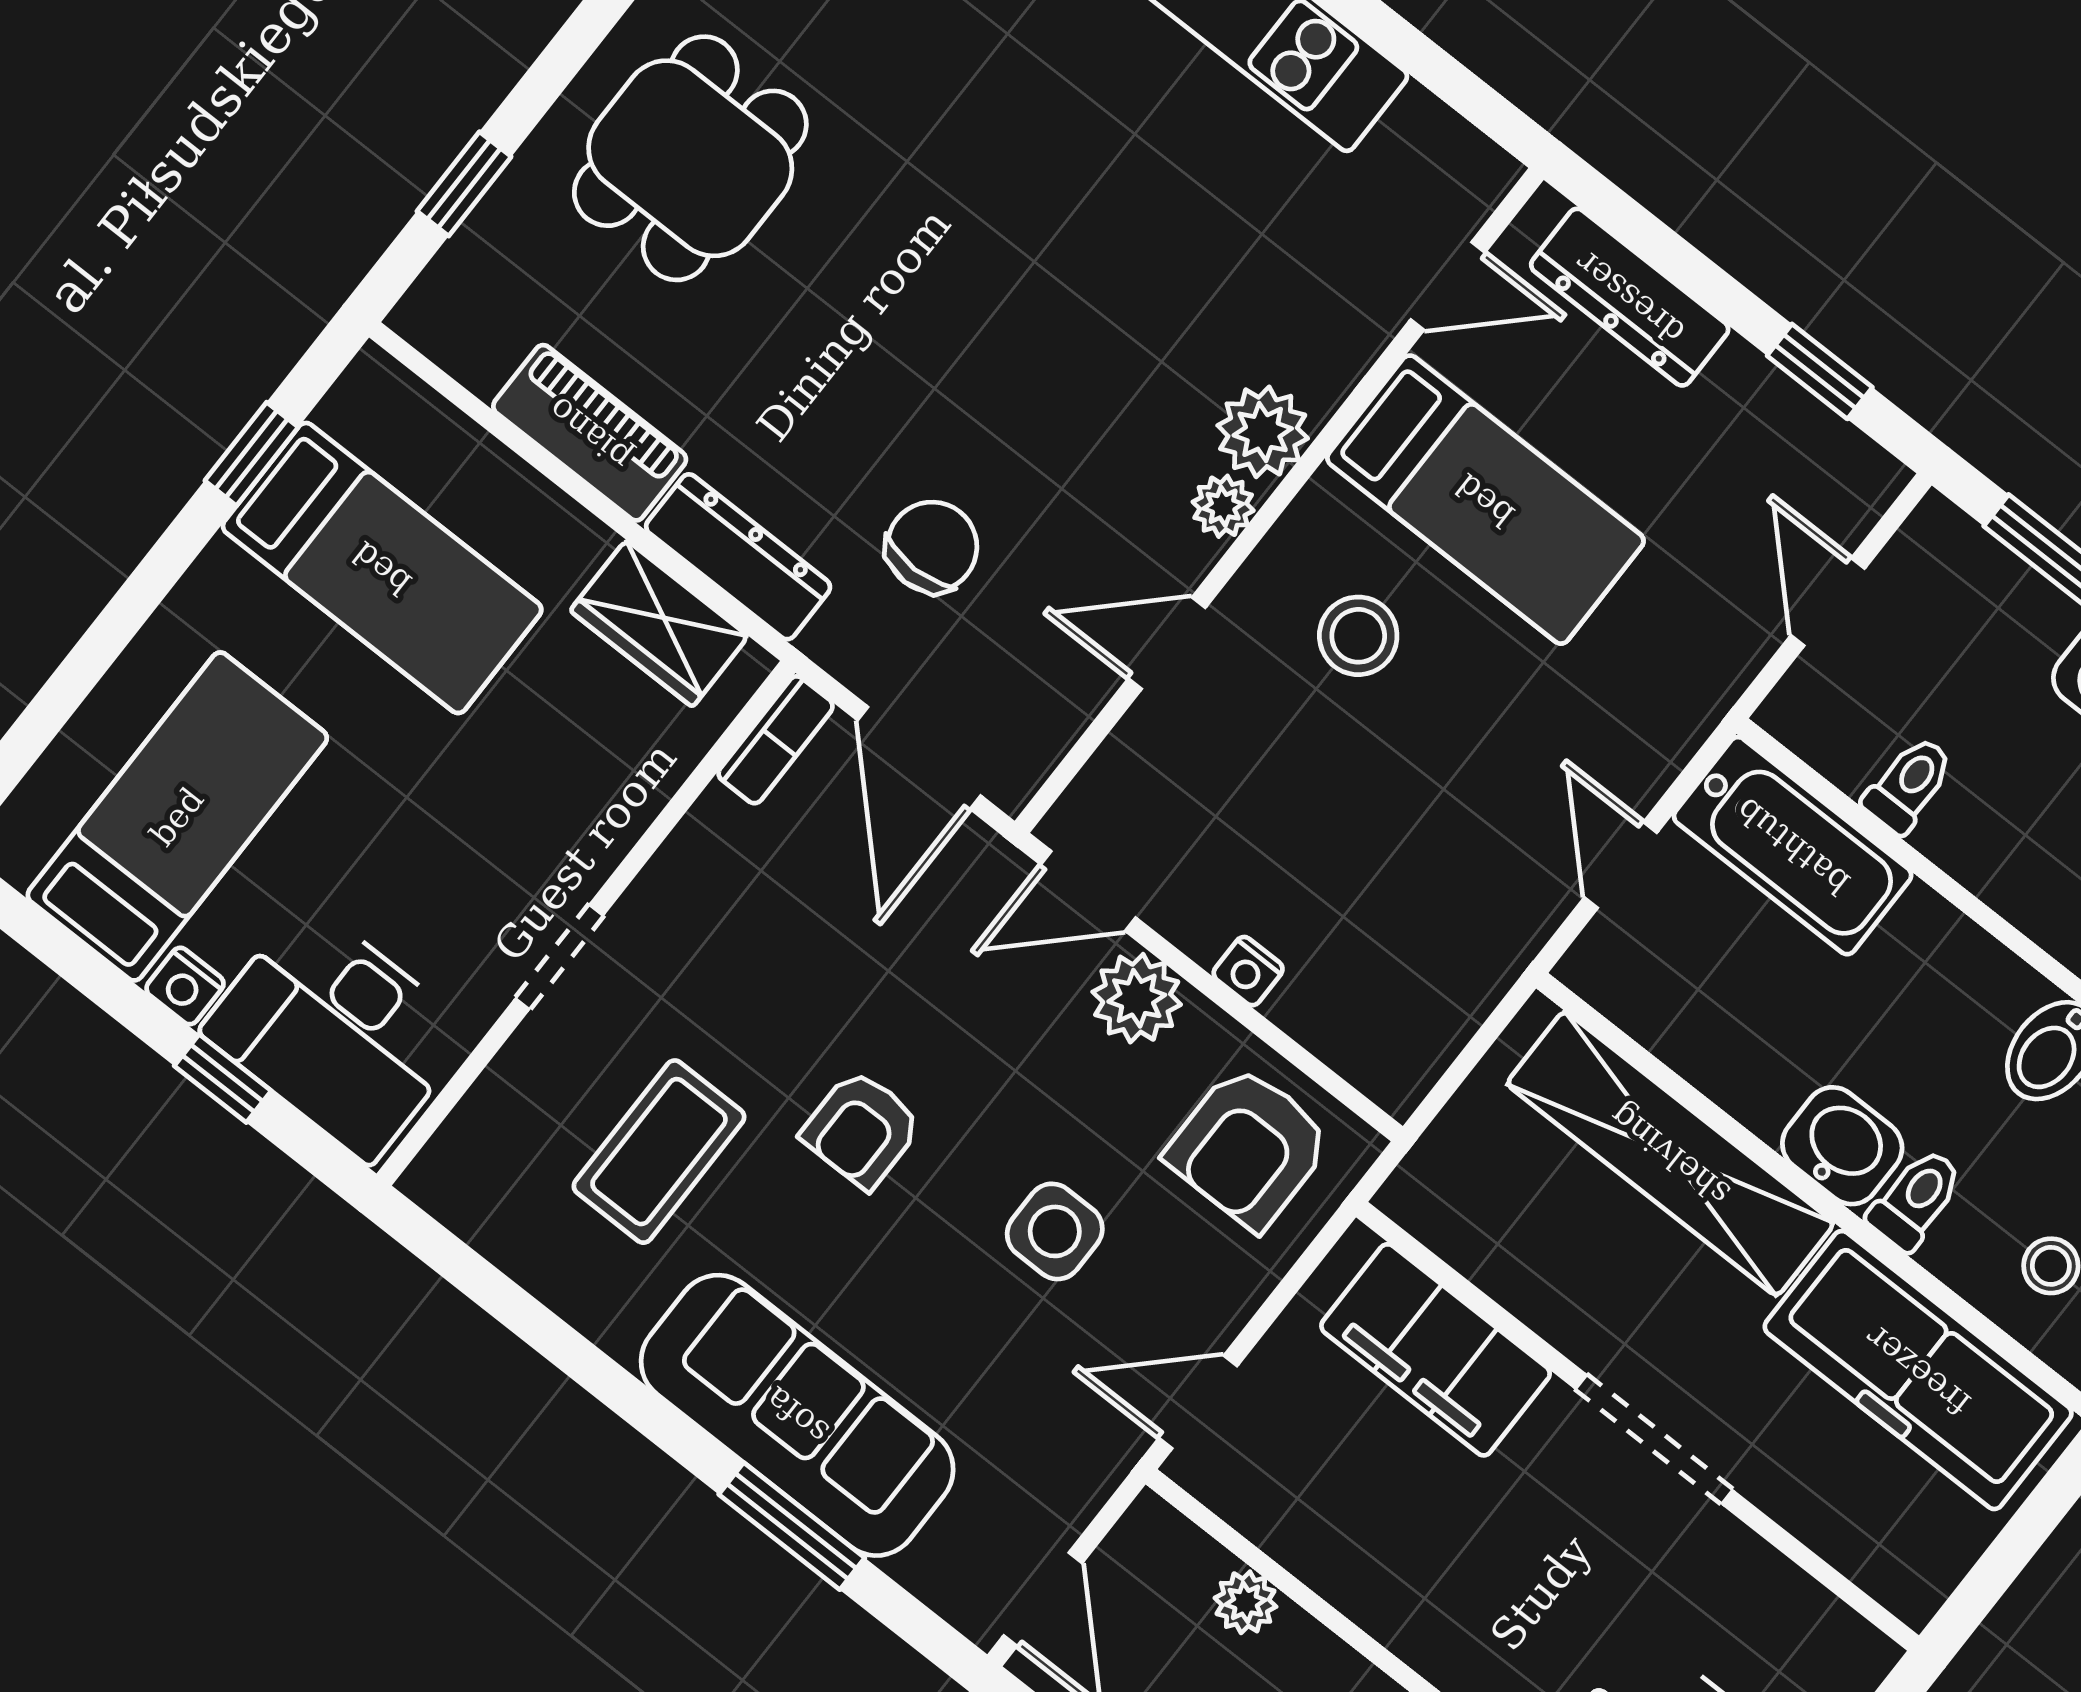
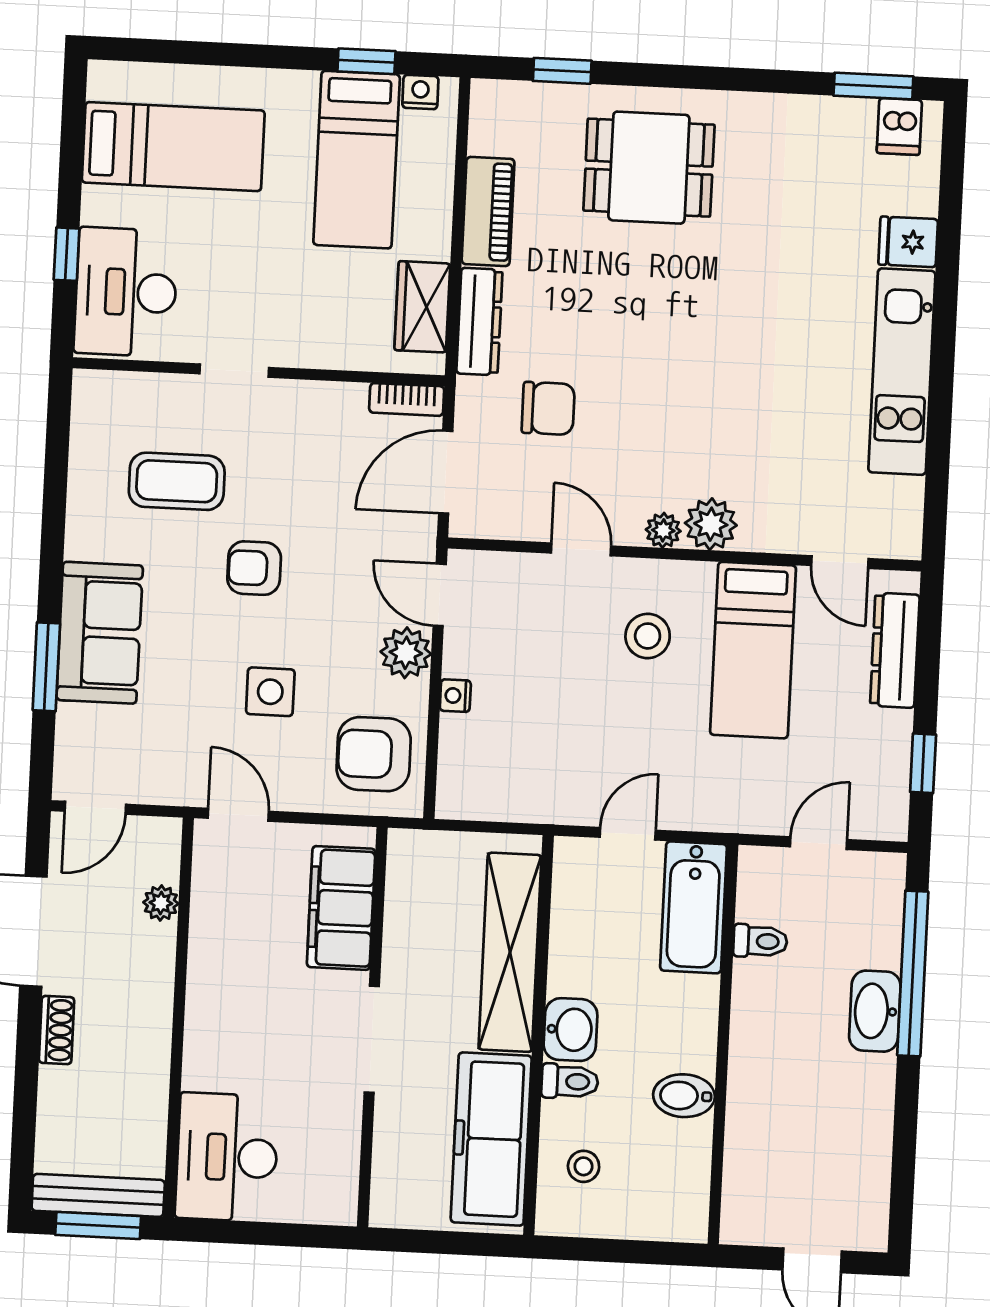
nightstand: (185, 986) -> (420, 92), moved, turned 90
sofa: (797, 1415) -> (100, 633), width x0.73

